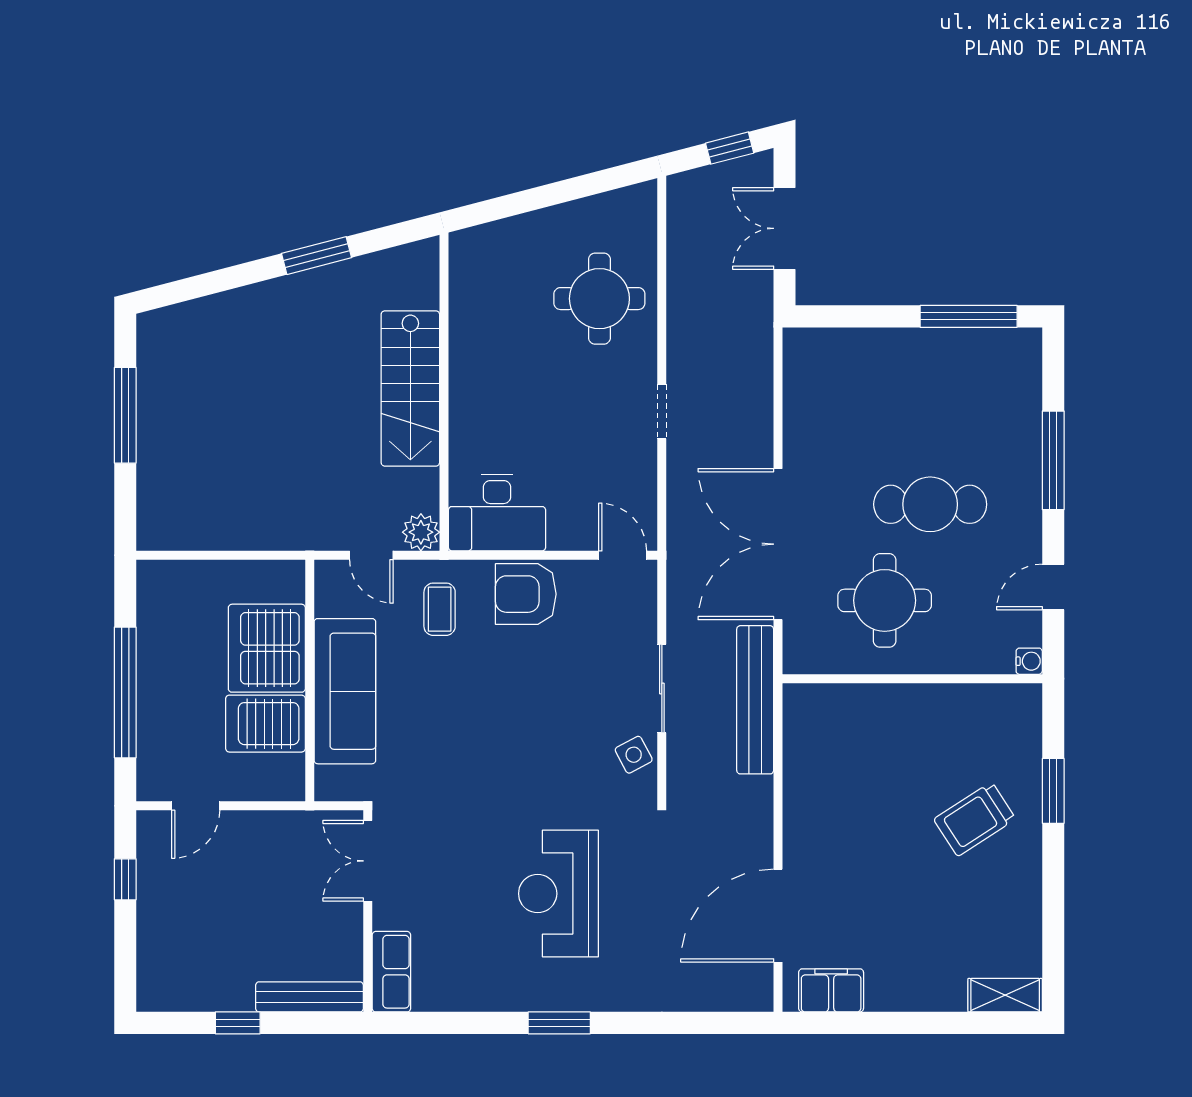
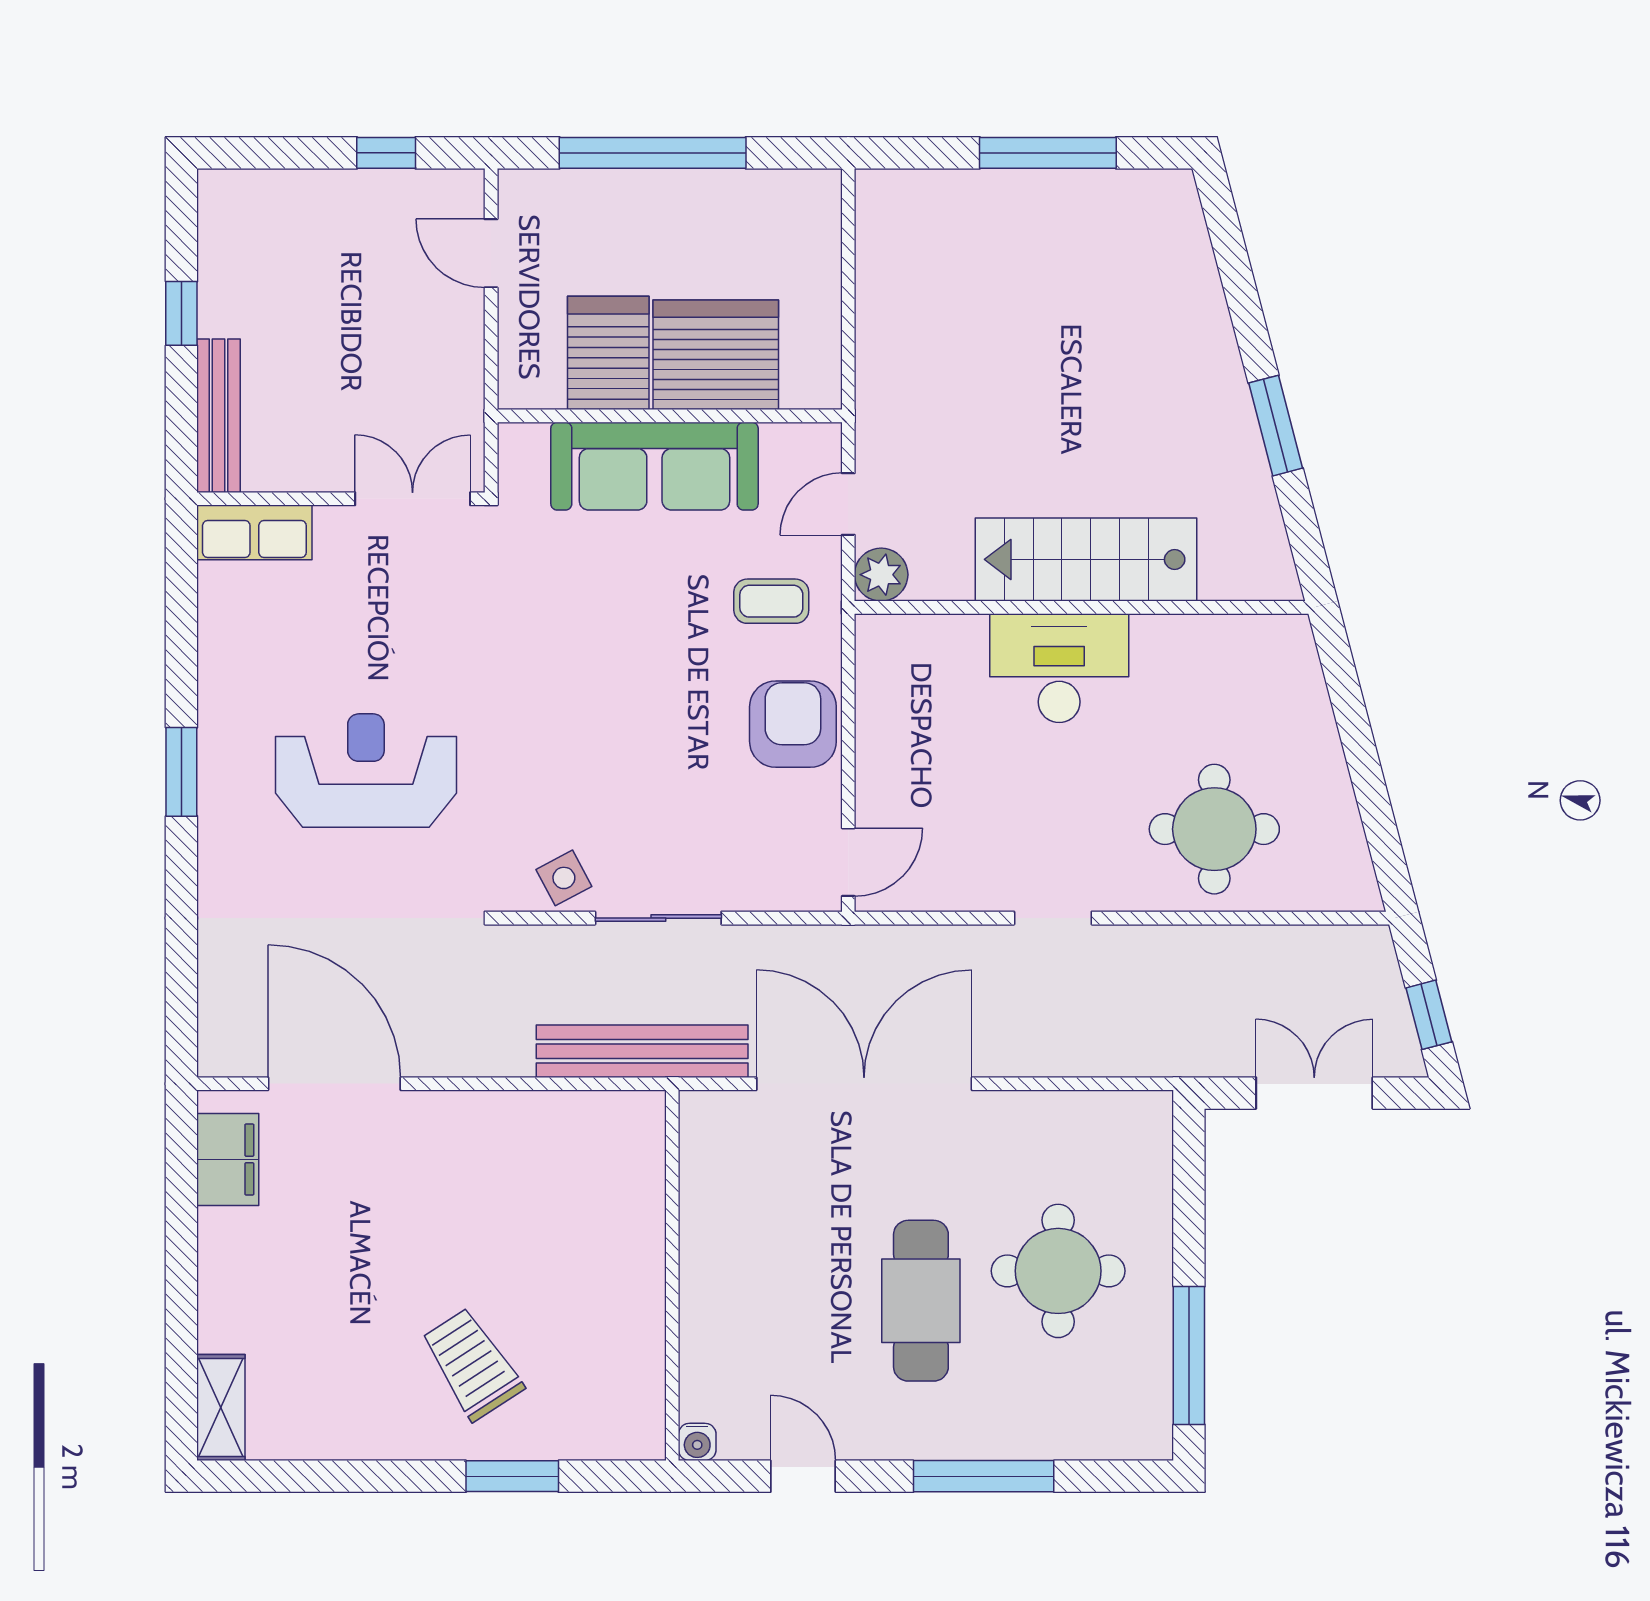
desk: (497, 513) -> (1059, 668), moved, turned 90
round table: (885, 600) -> (1058, 1271), moved

